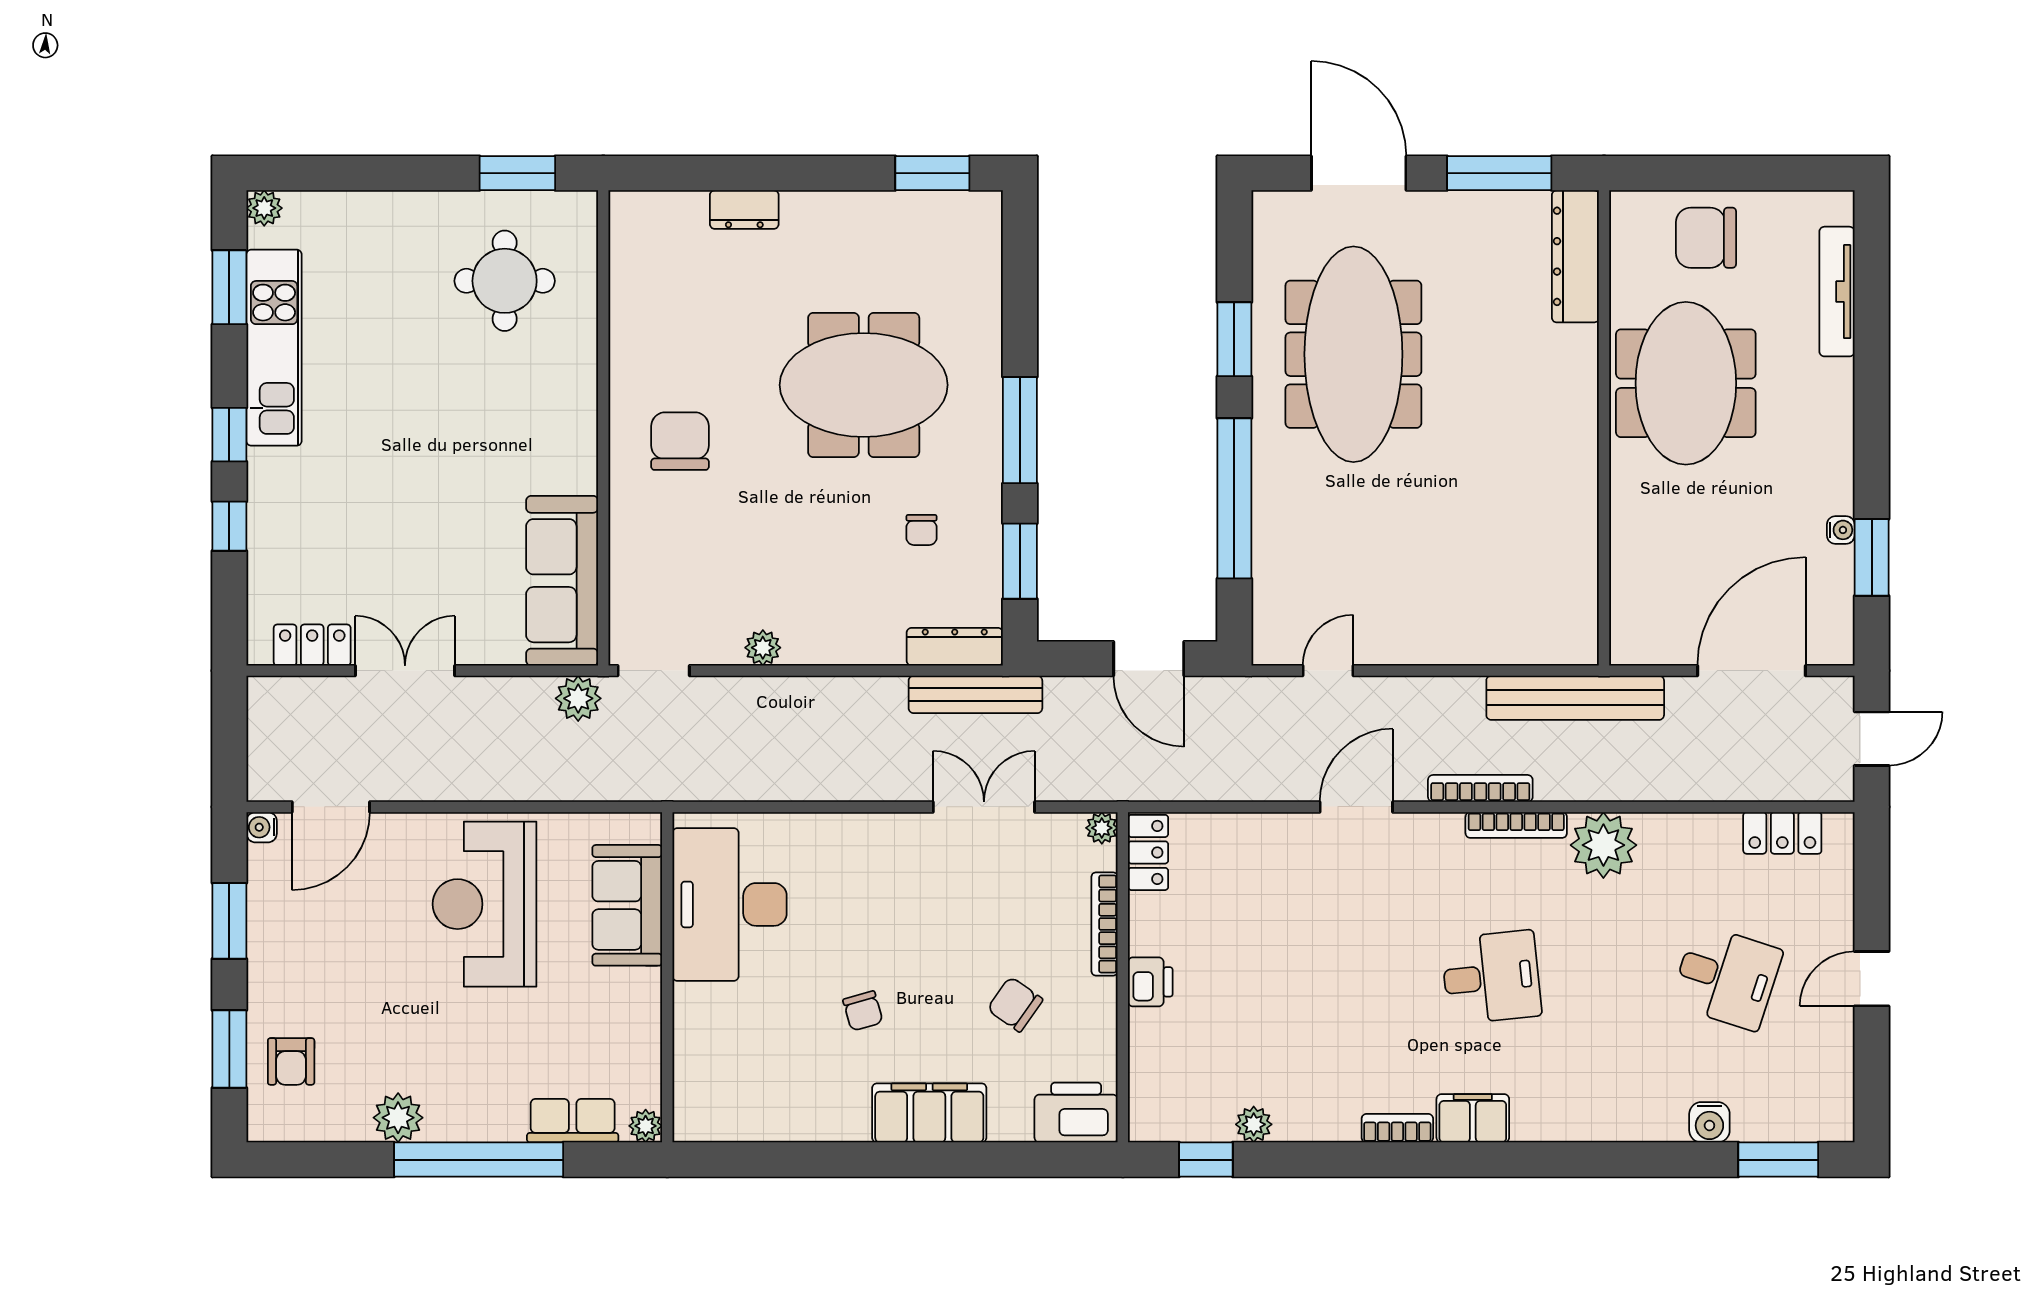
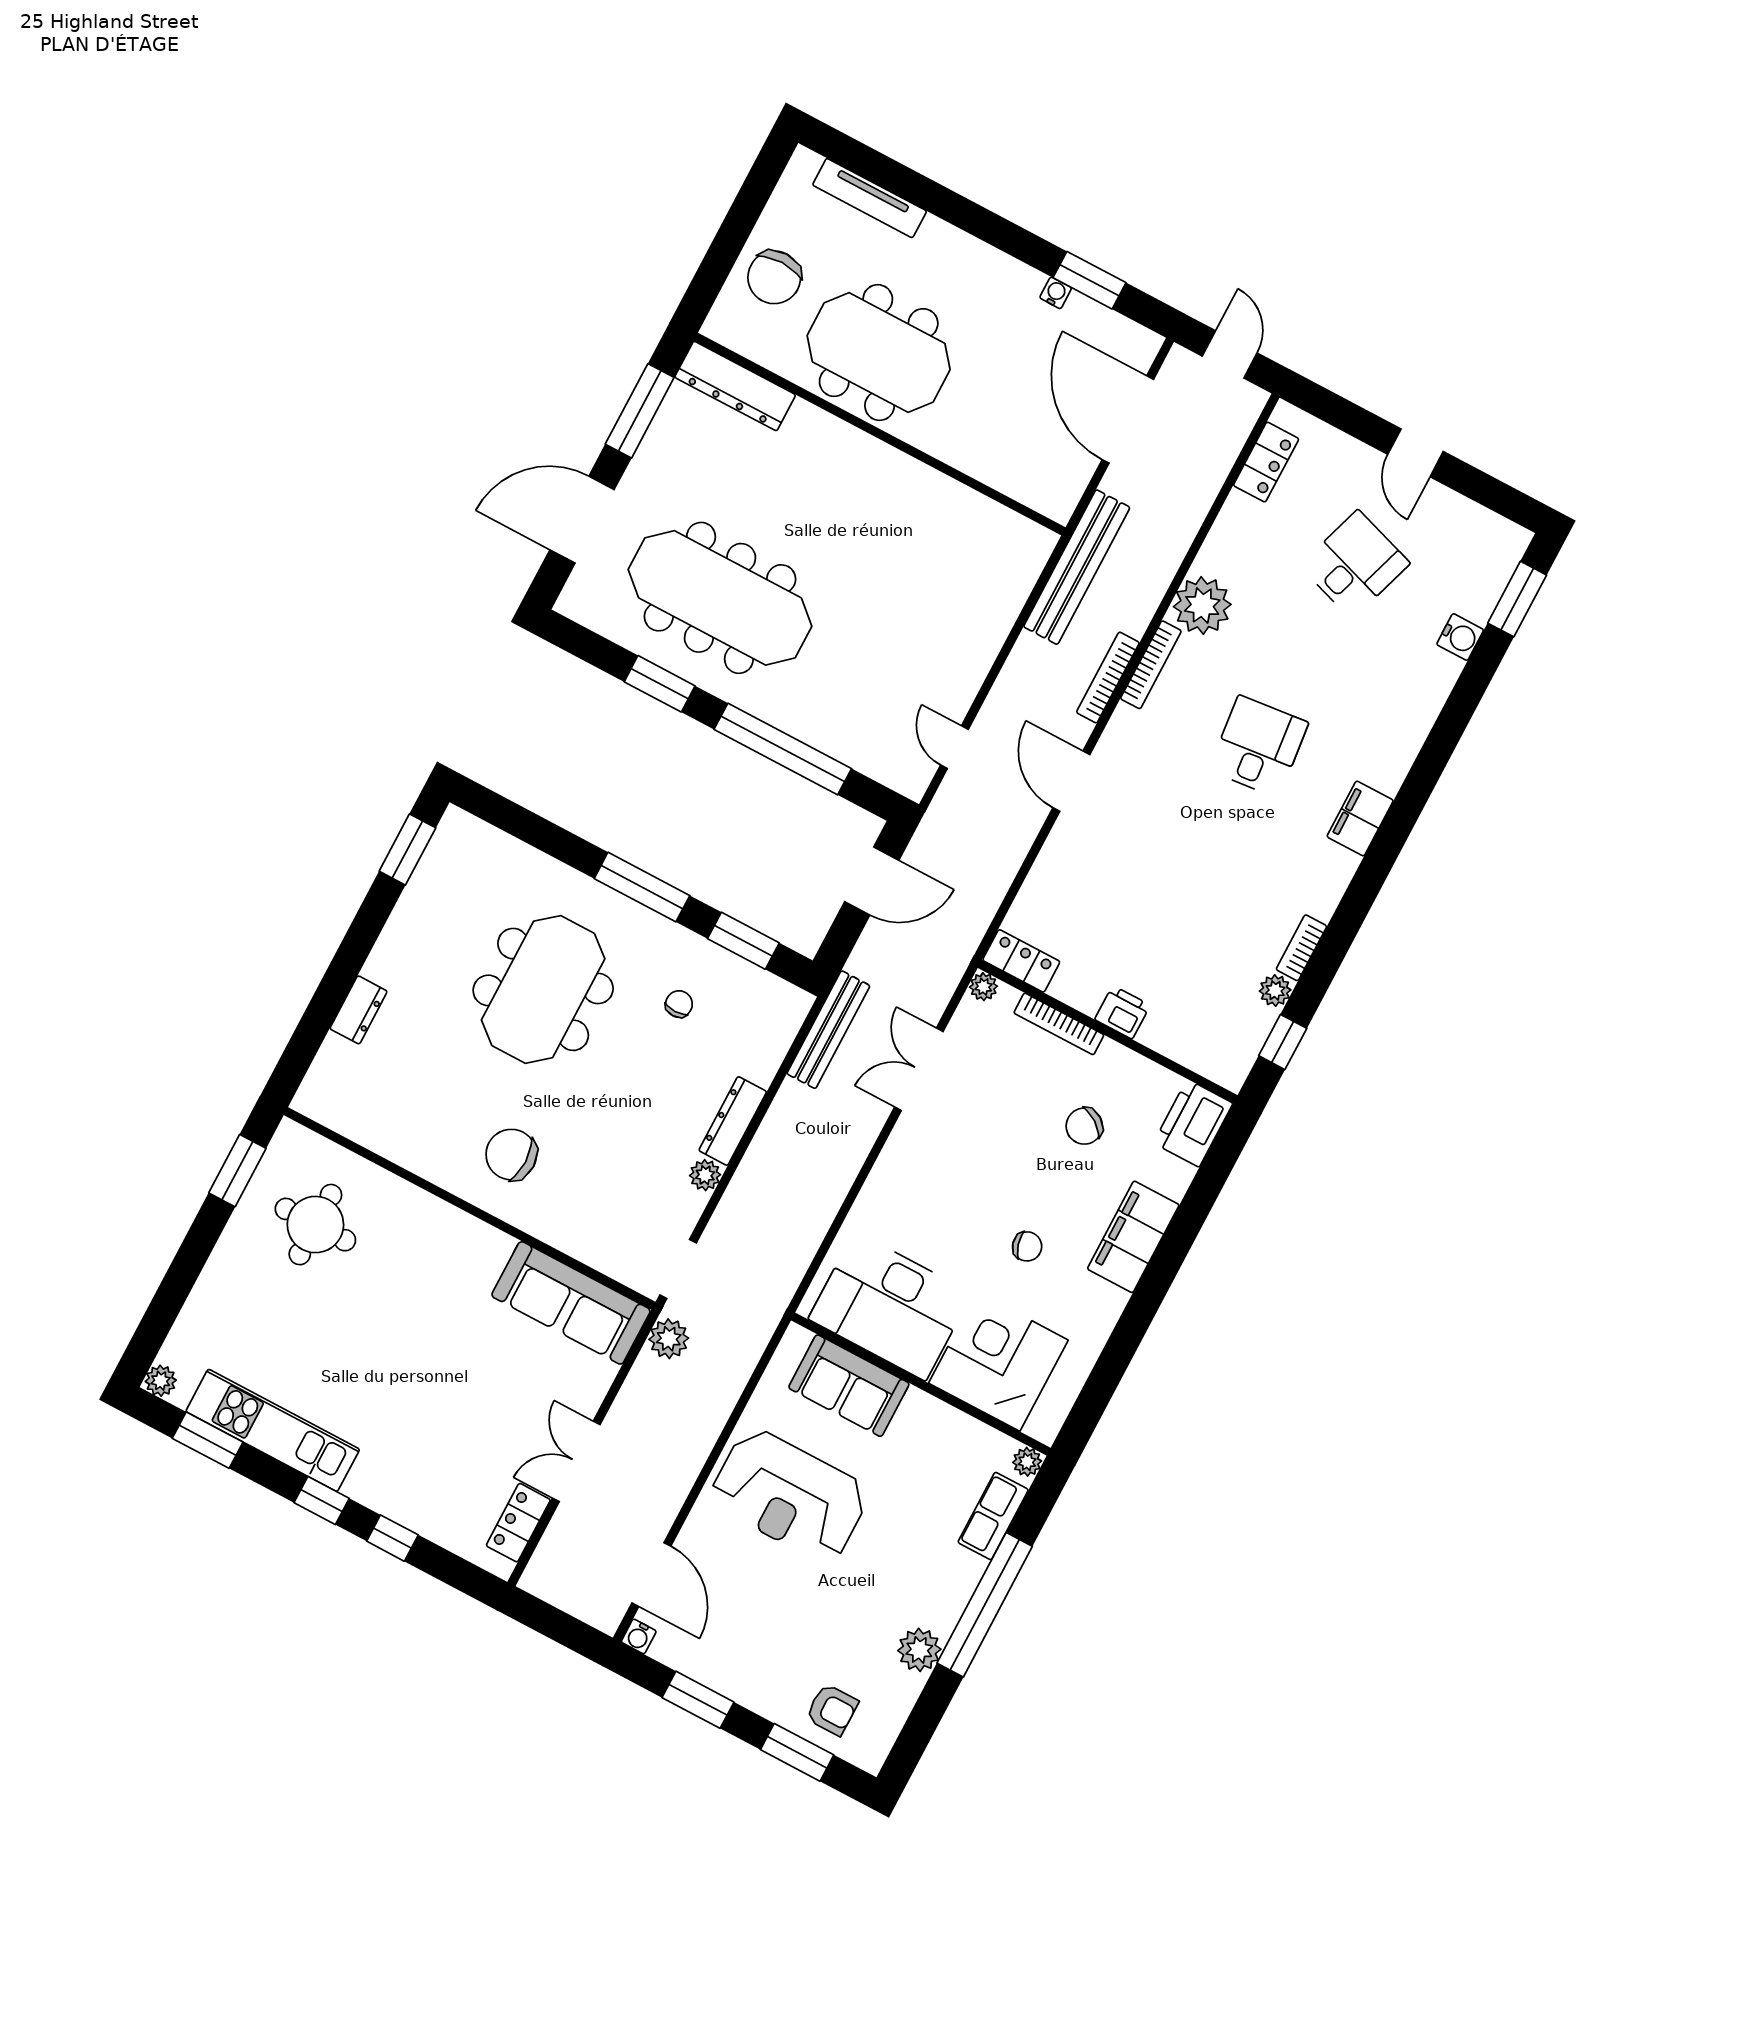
chair: (922, 530) -> (679, 1004), turned -90
dresser: (955, 647) -> (733, 1121), moved
corner desk: (731, 1043) -> (998, 1362), added
bookcase: (1397, 1128) -> (1301, 948), moved

